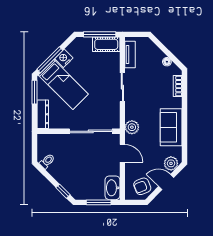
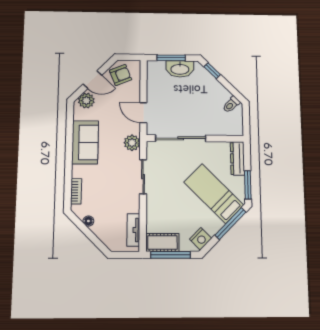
nightstand: (64, 58) -> (201, 239), moved
sliding door: (122, 87) -> (143, 177), moved
washbasin: (112, 188) -> (180, 69), moved, turned 90

